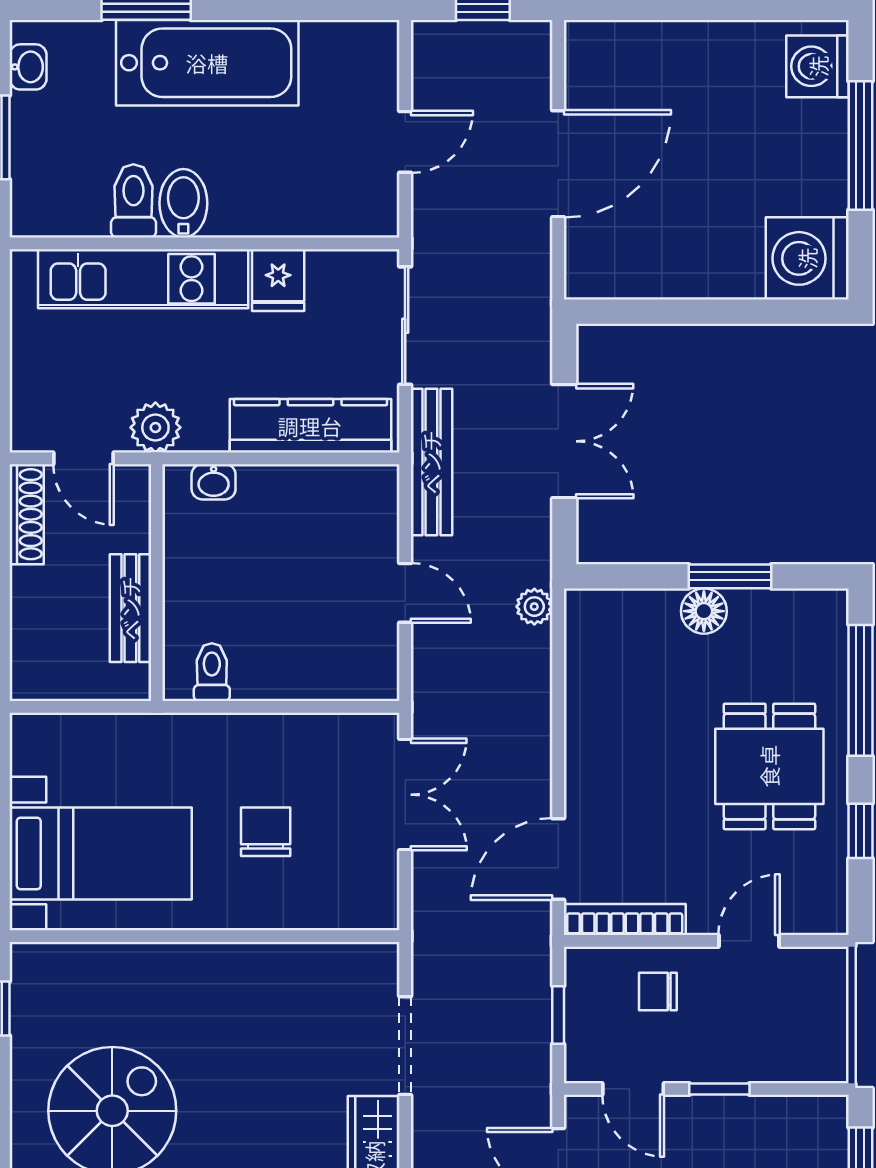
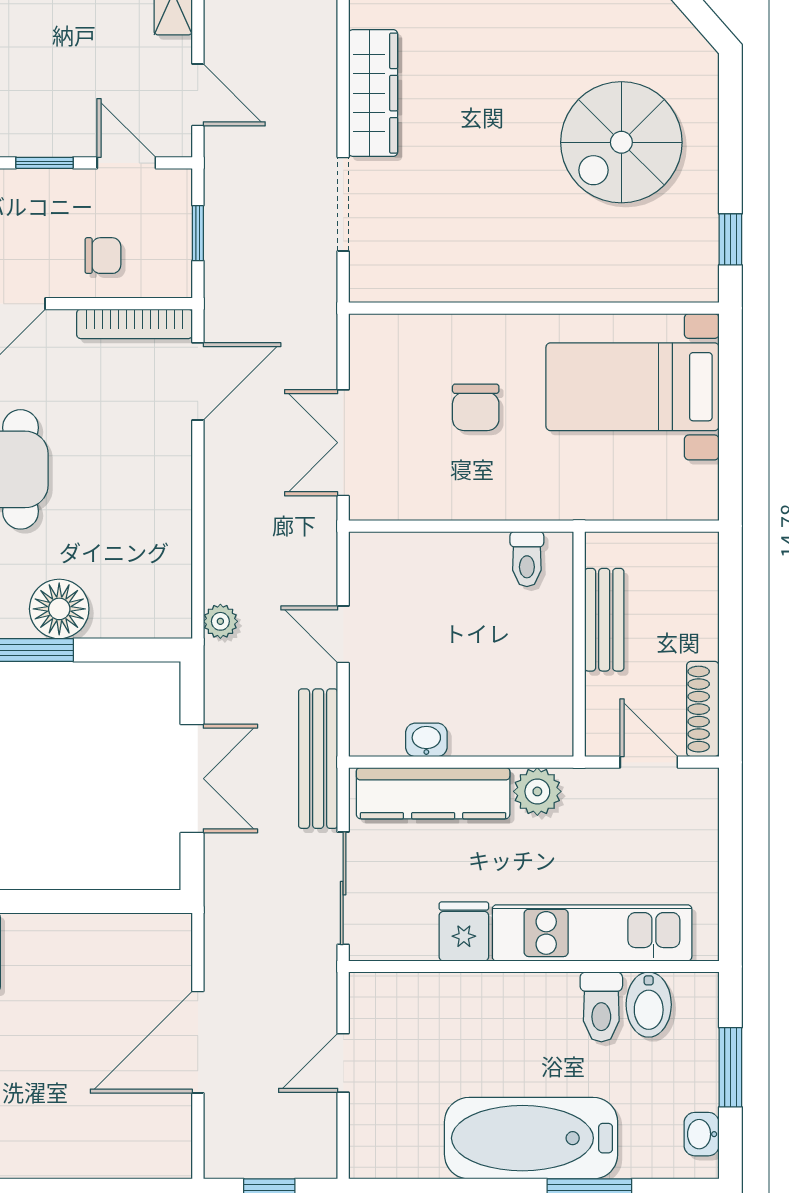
bidet: (183, 203) -> (649, 1005), moved
plant: (155, 427) -> (537, 791), moved
double door: (564, 441) -> (192, 779), swing flipped
washbasin: (214, 482) -> (426, 740), moved
floor lamp: (704, 611) -> (59, 609), width x1.38, depth x1.38

